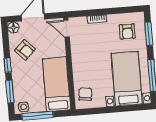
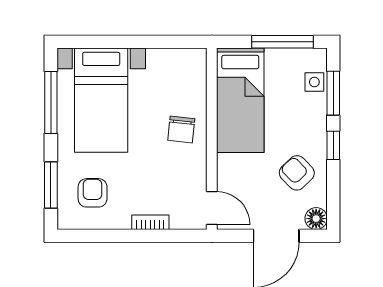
chair: (85, 94) -> (181, 130), moved
side table: (24, 107) -> (314, 82), moved

